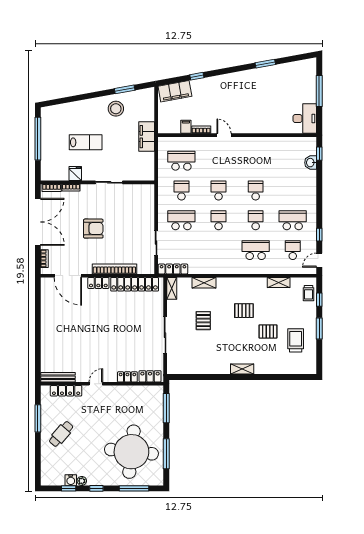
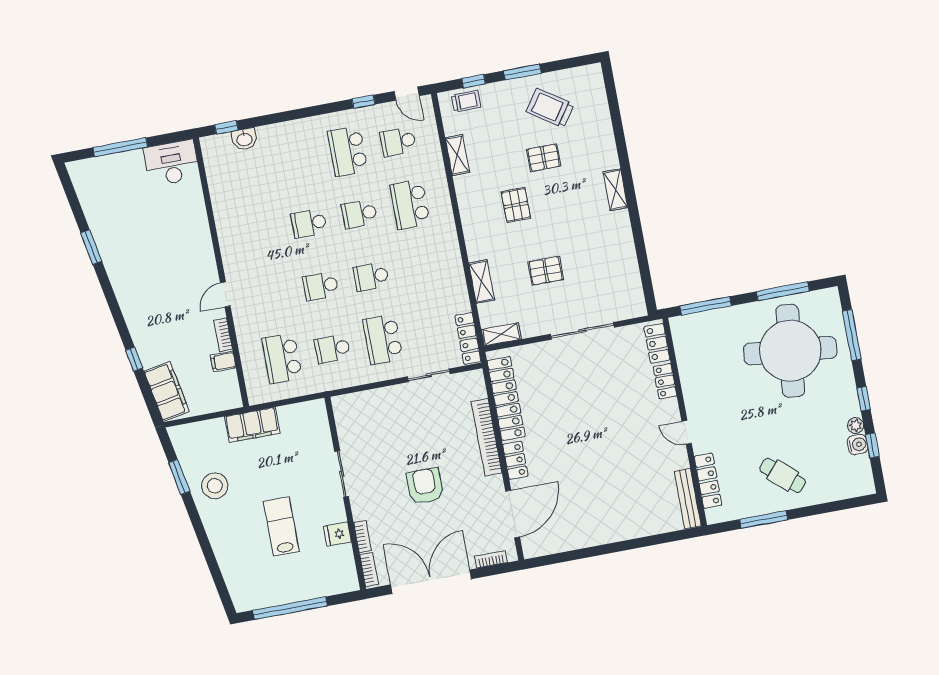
pallet: (268, 331) -> (544, 158), turned 90
trolley: (296, 340) -> (550, 108), turned 34

